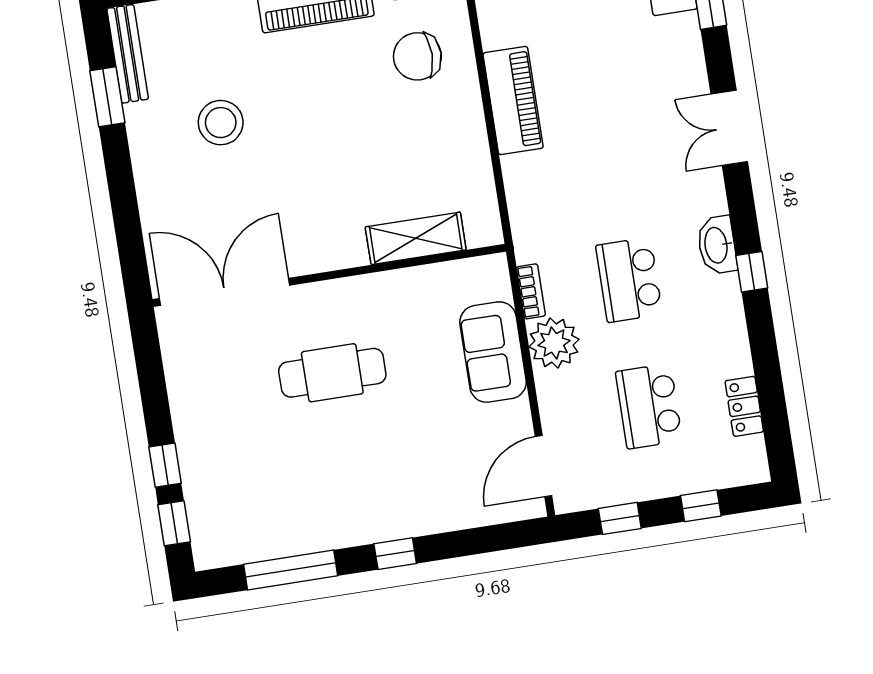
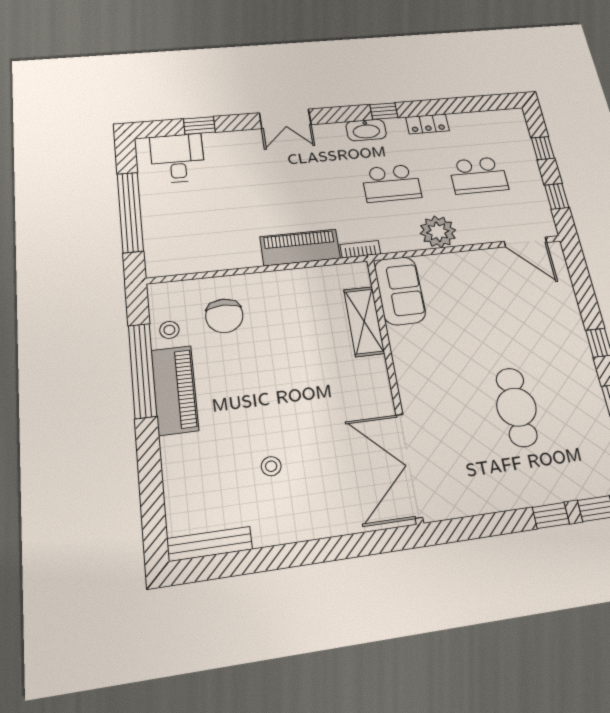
window: (107, 97) -> (246, 562), removed
piano: (513, 101) -> (300, 247), moved
stool: (221, 123) -> (271, 466), width x0.53, depth x0.53
bookcase: (531, 291) -> (360, 249), moved
sofa: (493, 352) -> (400, 291), moved, turned -90
cafe table: (332, 373) -> (516, 407), moved
locker: (744, 406) -> (427, 124), moved

